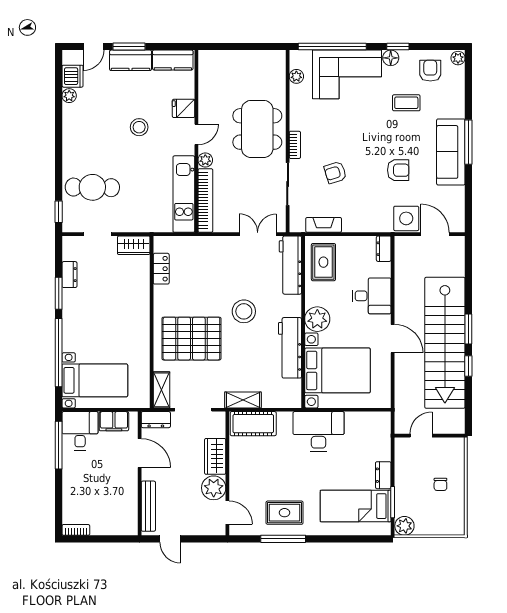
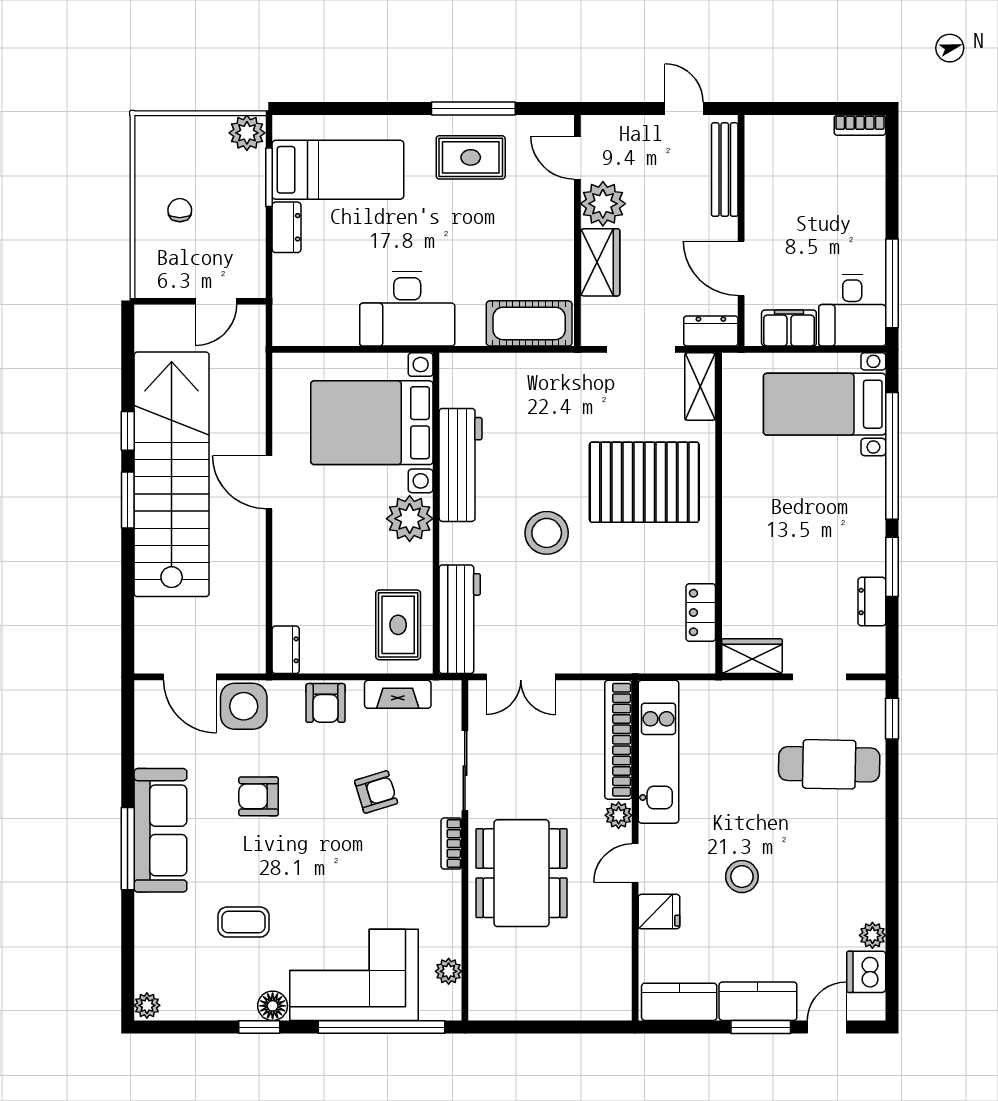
armchair: (430, 71) -> (325, 703), moved
desk: (372, 296) -> (308, 562), removed
shelving: (243, 400) -> (548, 368), removed

